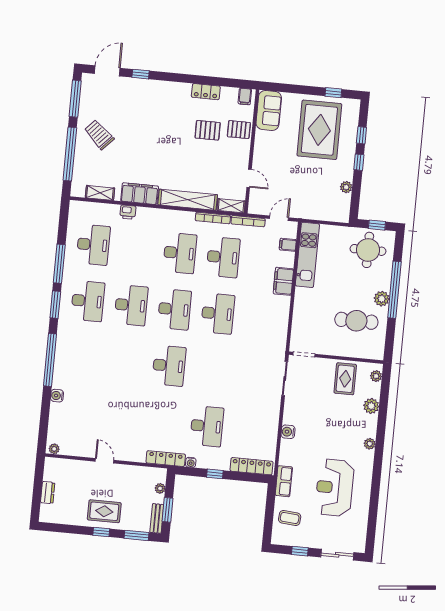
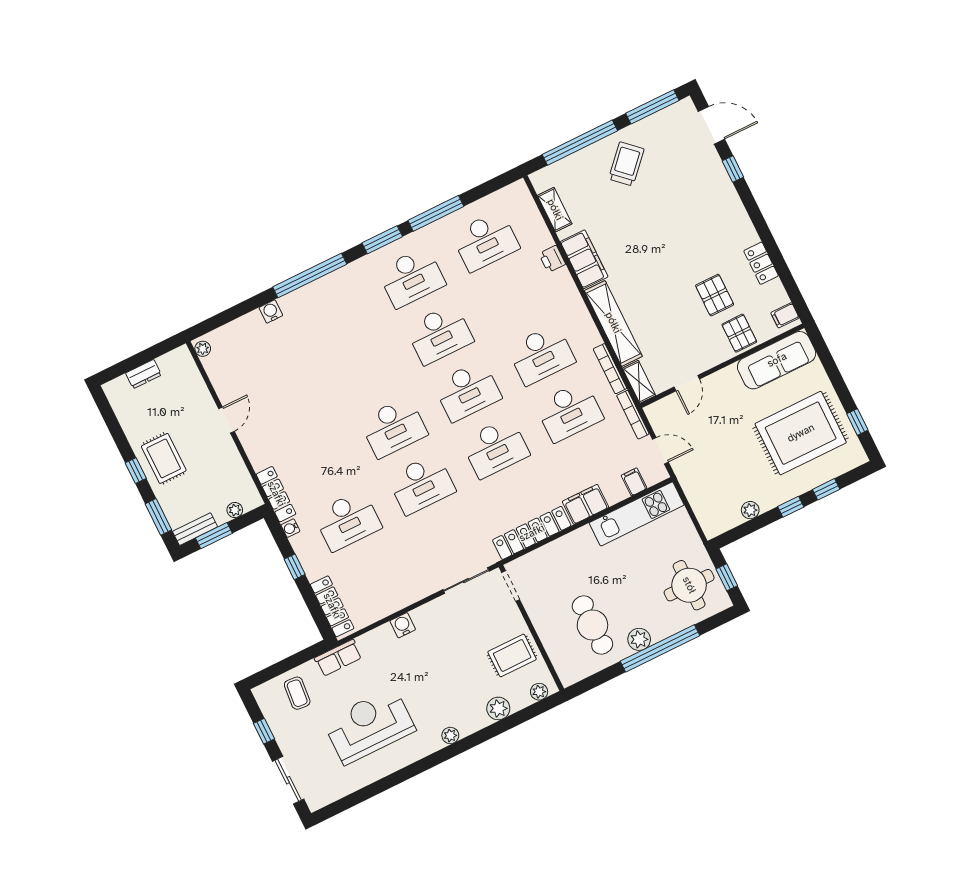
sofa: (269, 110) -> (777, 360), width x1.36
locker: (281, 323) -> (532, 533), added
desk: (212, 370) -> (421, 484), added

